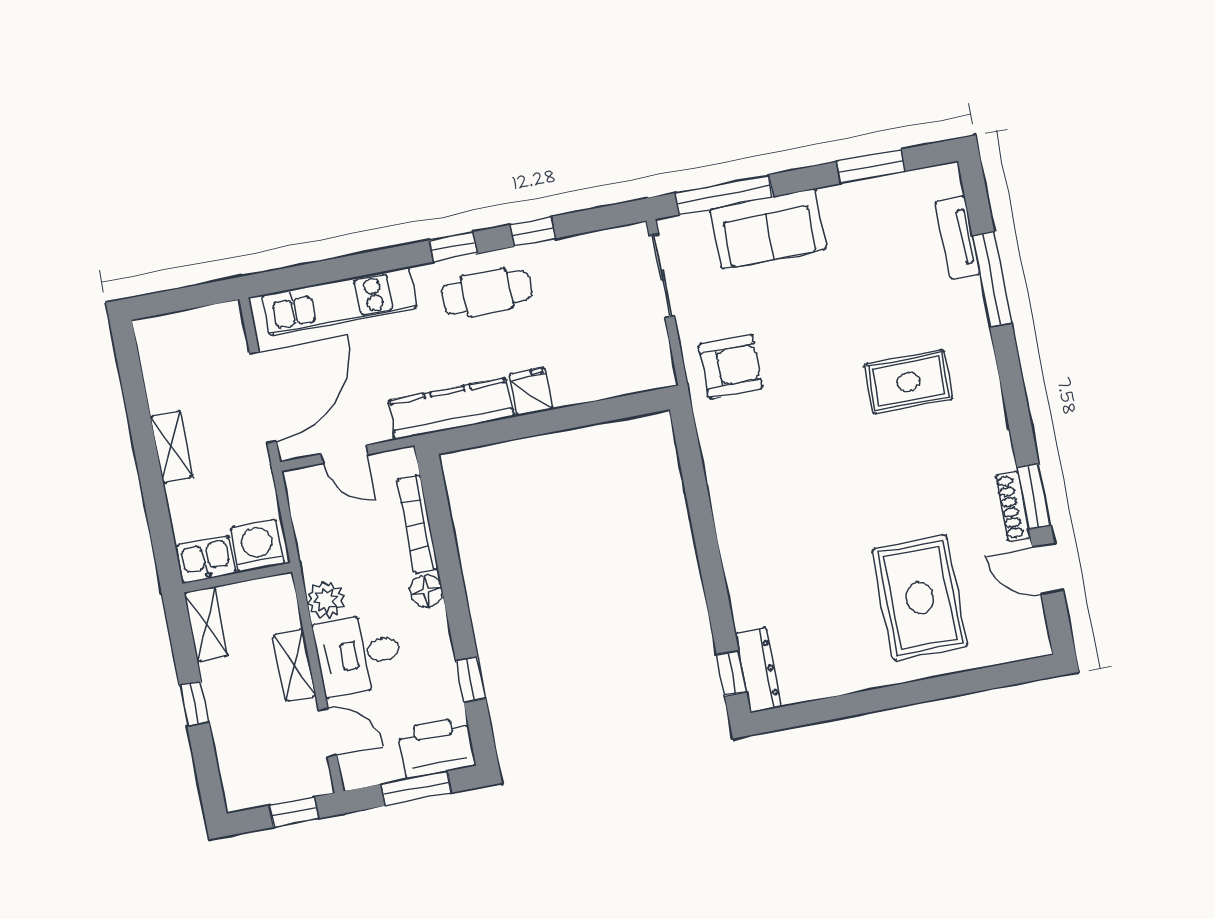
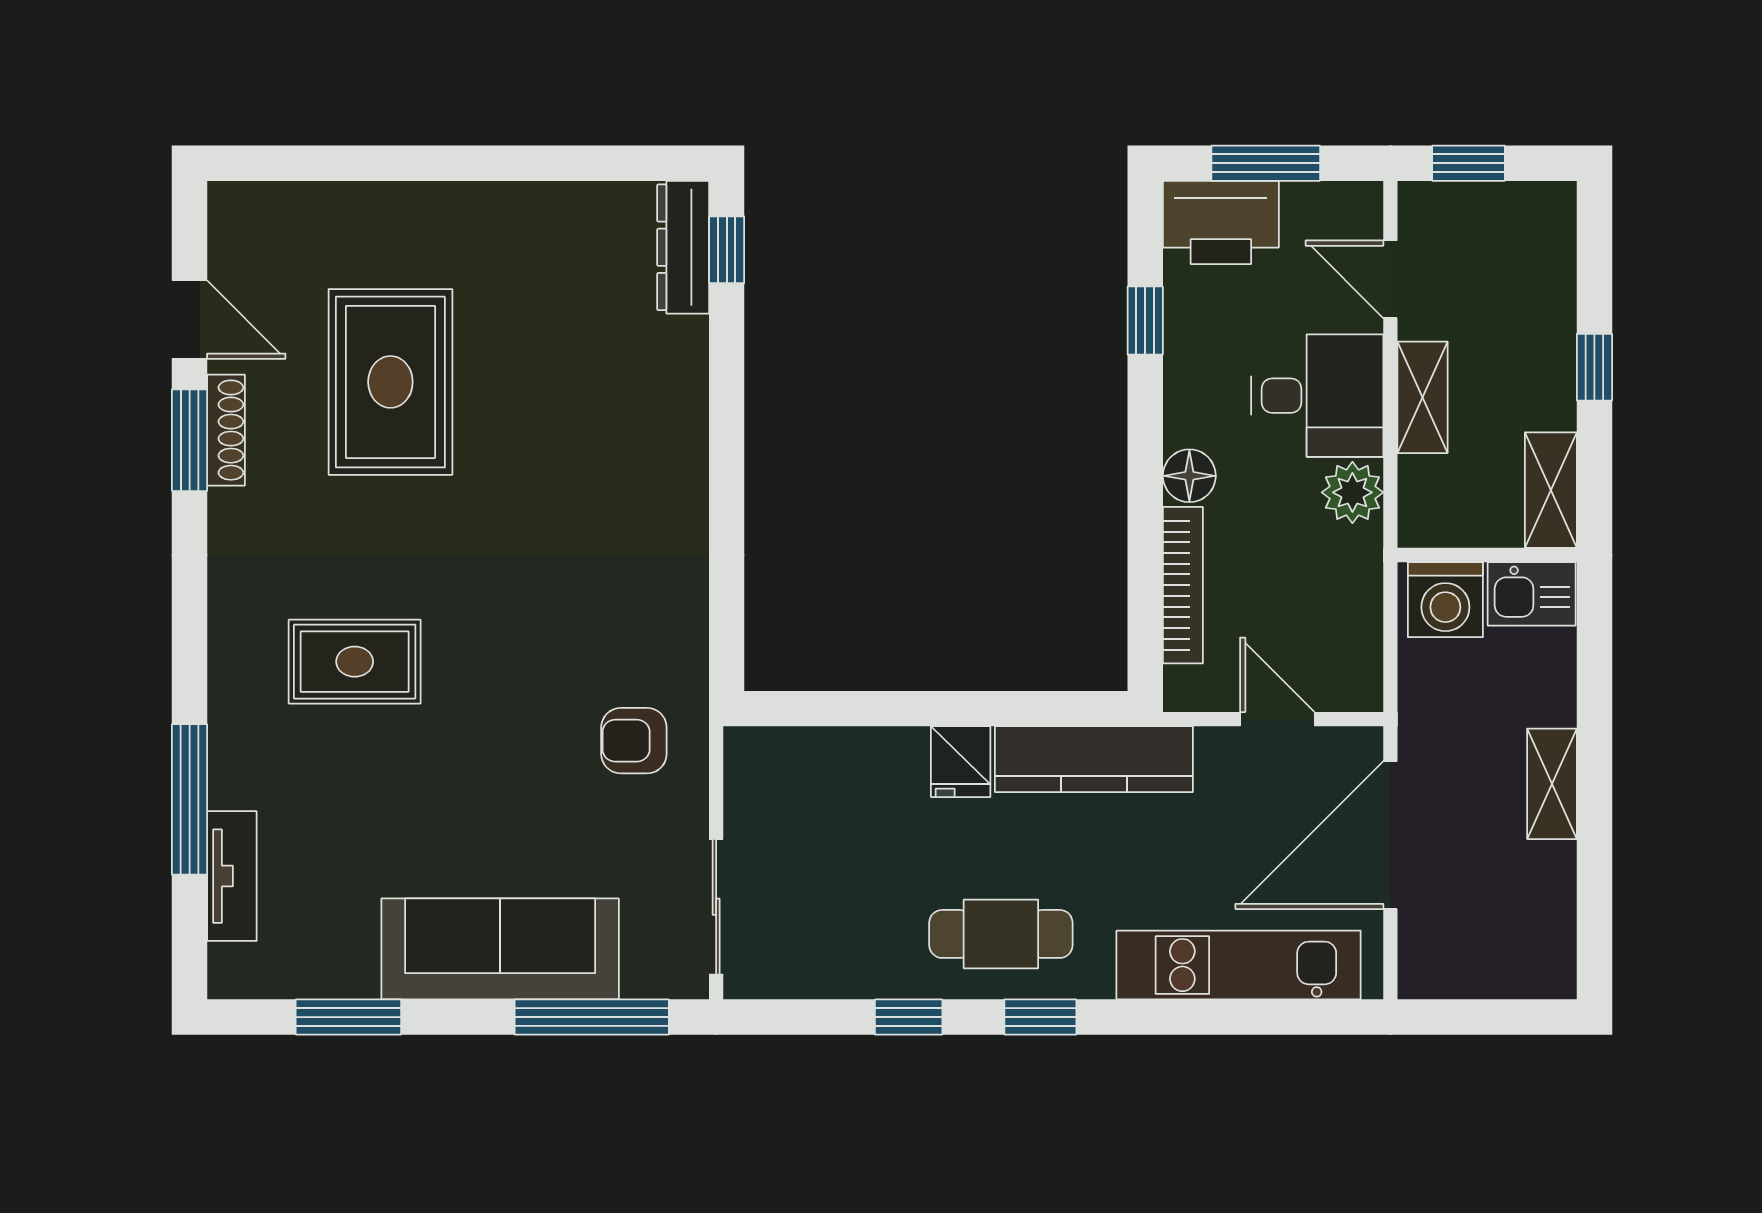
sofa: (768, 229) -> (500, 949), width x1.36
armchair: (731, 366) -> (634, 741), width x0.72, depth x0.72
rug: (920, 598) -> (390, 382), moved

